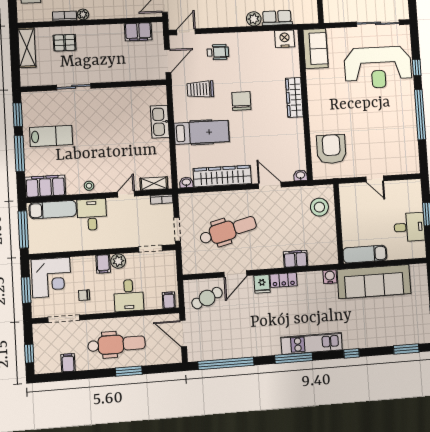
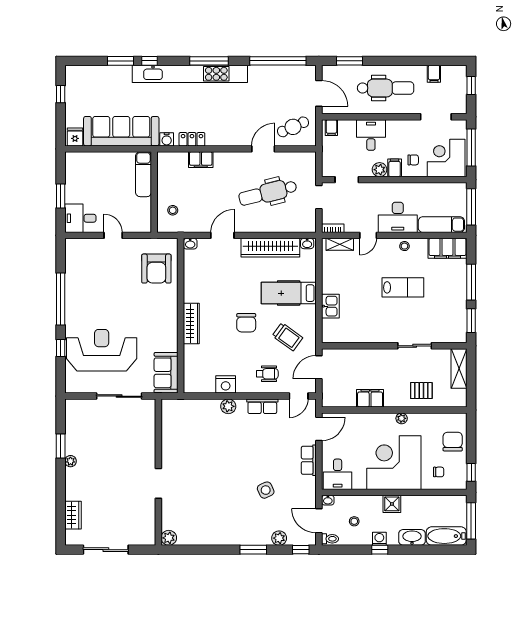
bookcase: (65, 16) -> (420, 418), removed
row of seats: (277, 18) -> (262, 406), moved
sliding door: (378, 23) -> (119, 396), moved
filing cabinet: (138, 32) -> (370, 398), moved
nightstand: (285, 39) -> (226, 384), moved
shelving: (27, 48) -> (459, 368), moved
wheelchair: (218, 52) -> (267, 374), turned 180
trolley: (200, 89) -> (287, 337), turned 36
kitchen sink: (160, 122) -> (330, 306), width x0.73
lab bench: (51, 136) -> (403, 287), moved, turned 180
door: (270, 185) -> (222, 235), swing flipped
stool: (319, 207) -> (173, 210), width x0.53, depth x0.53
desk: (92, 214) -> (398, 217), width x1.37
desk: (409, 227) -> (80, 218), moved
exam couch: (365, 254) -> (143, 174), moved, turned 90
locker: (284, 280) -> (192, 139), moved
fridge: (262, 284) -> (75, 137), moved
window: (26, 290) -> (471, 147), width x1.44
chair: (84, 295) -> (413, 160), moved
dental chair: (117, 344) -> (386, 88), turned 180
kitchen unit: (312, 344) -> (190, 74), width x1.86
window: (406, 349) -> (120, 61), moved
window: (129, 371) -> (350, 61), moved

